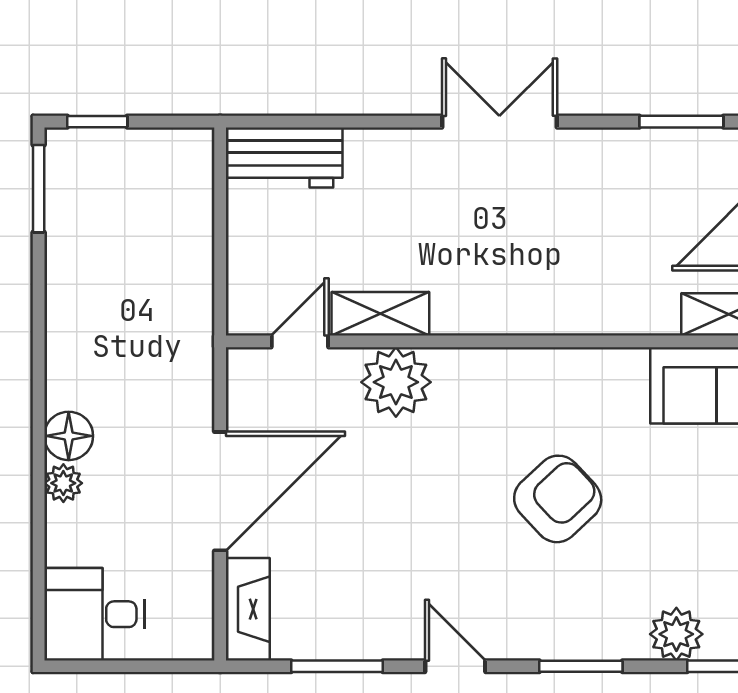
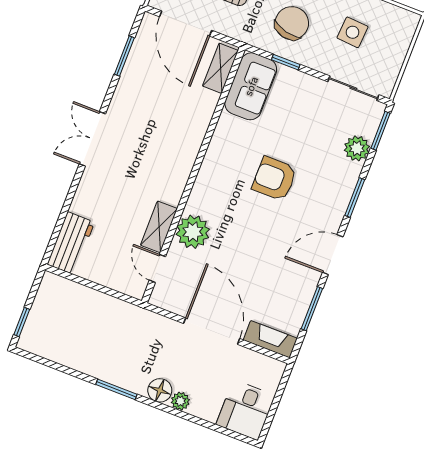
window: (39, 189) -> (116, 389), moved
armchair: (558, 499) -> (274, 179), turned -47
door: (455, 666) -> (333, 255), width x1.38

